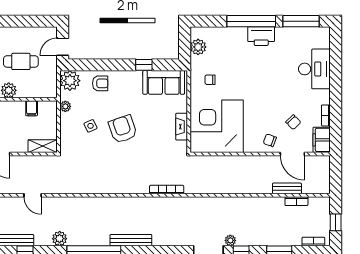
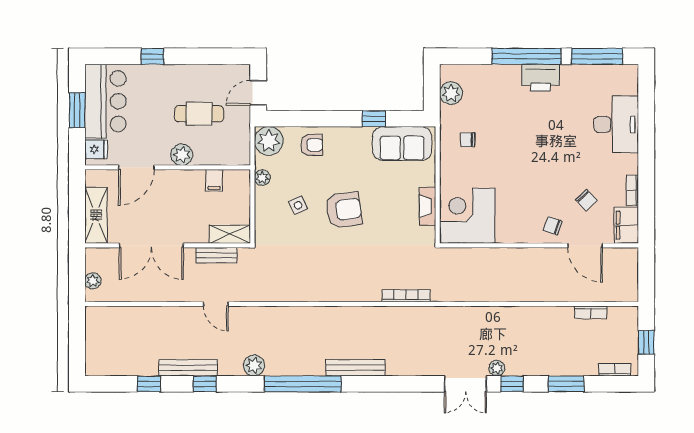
corner desk: (217, 126) -> (467, 216), width x0.74, depth x0.74
armchair: (123, 129) -> (344, 210), turned 101
bench: (287, 188) -> (216, 255), moved

